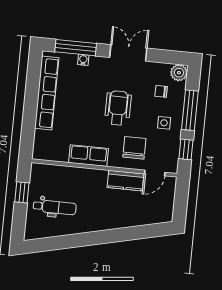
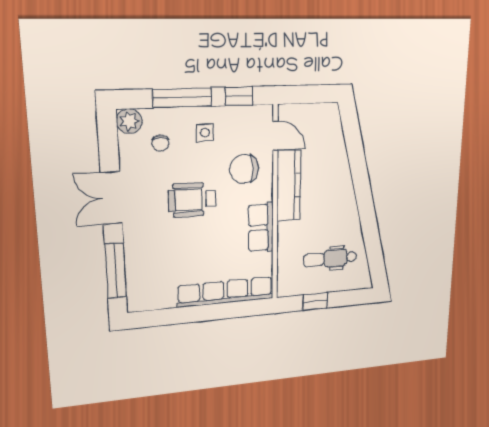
water cooler: (83, 60) -> (131, 258), removed
row of seats: (47, 93) -> (226, 292), moved
kitchen counter: (126, 181) -> (289, 186), width x1.50
dental chair: (55, 207) -> (330, 258), turned -90

